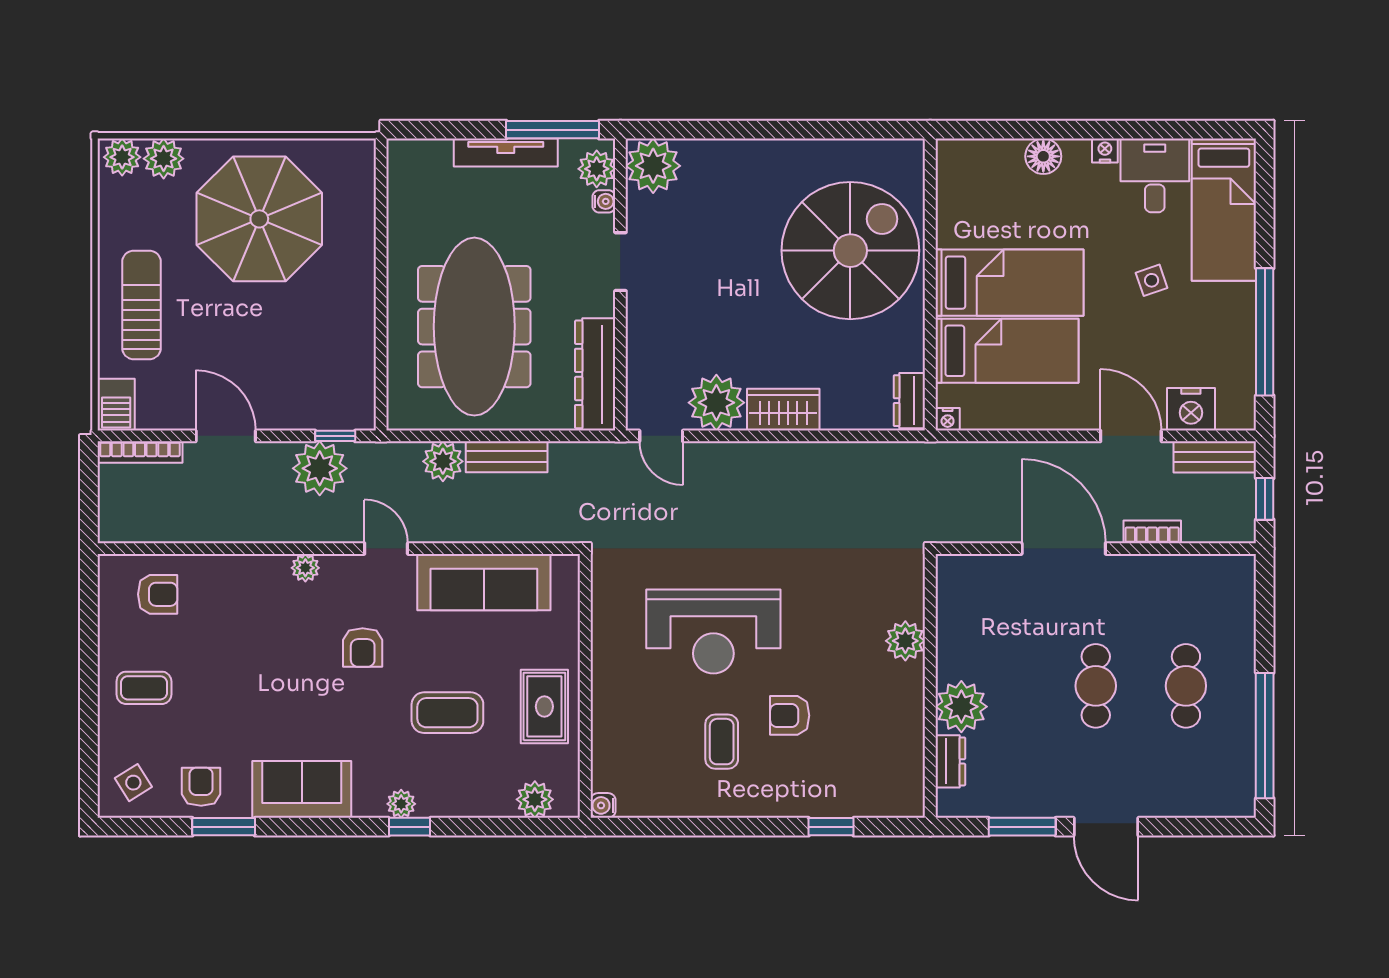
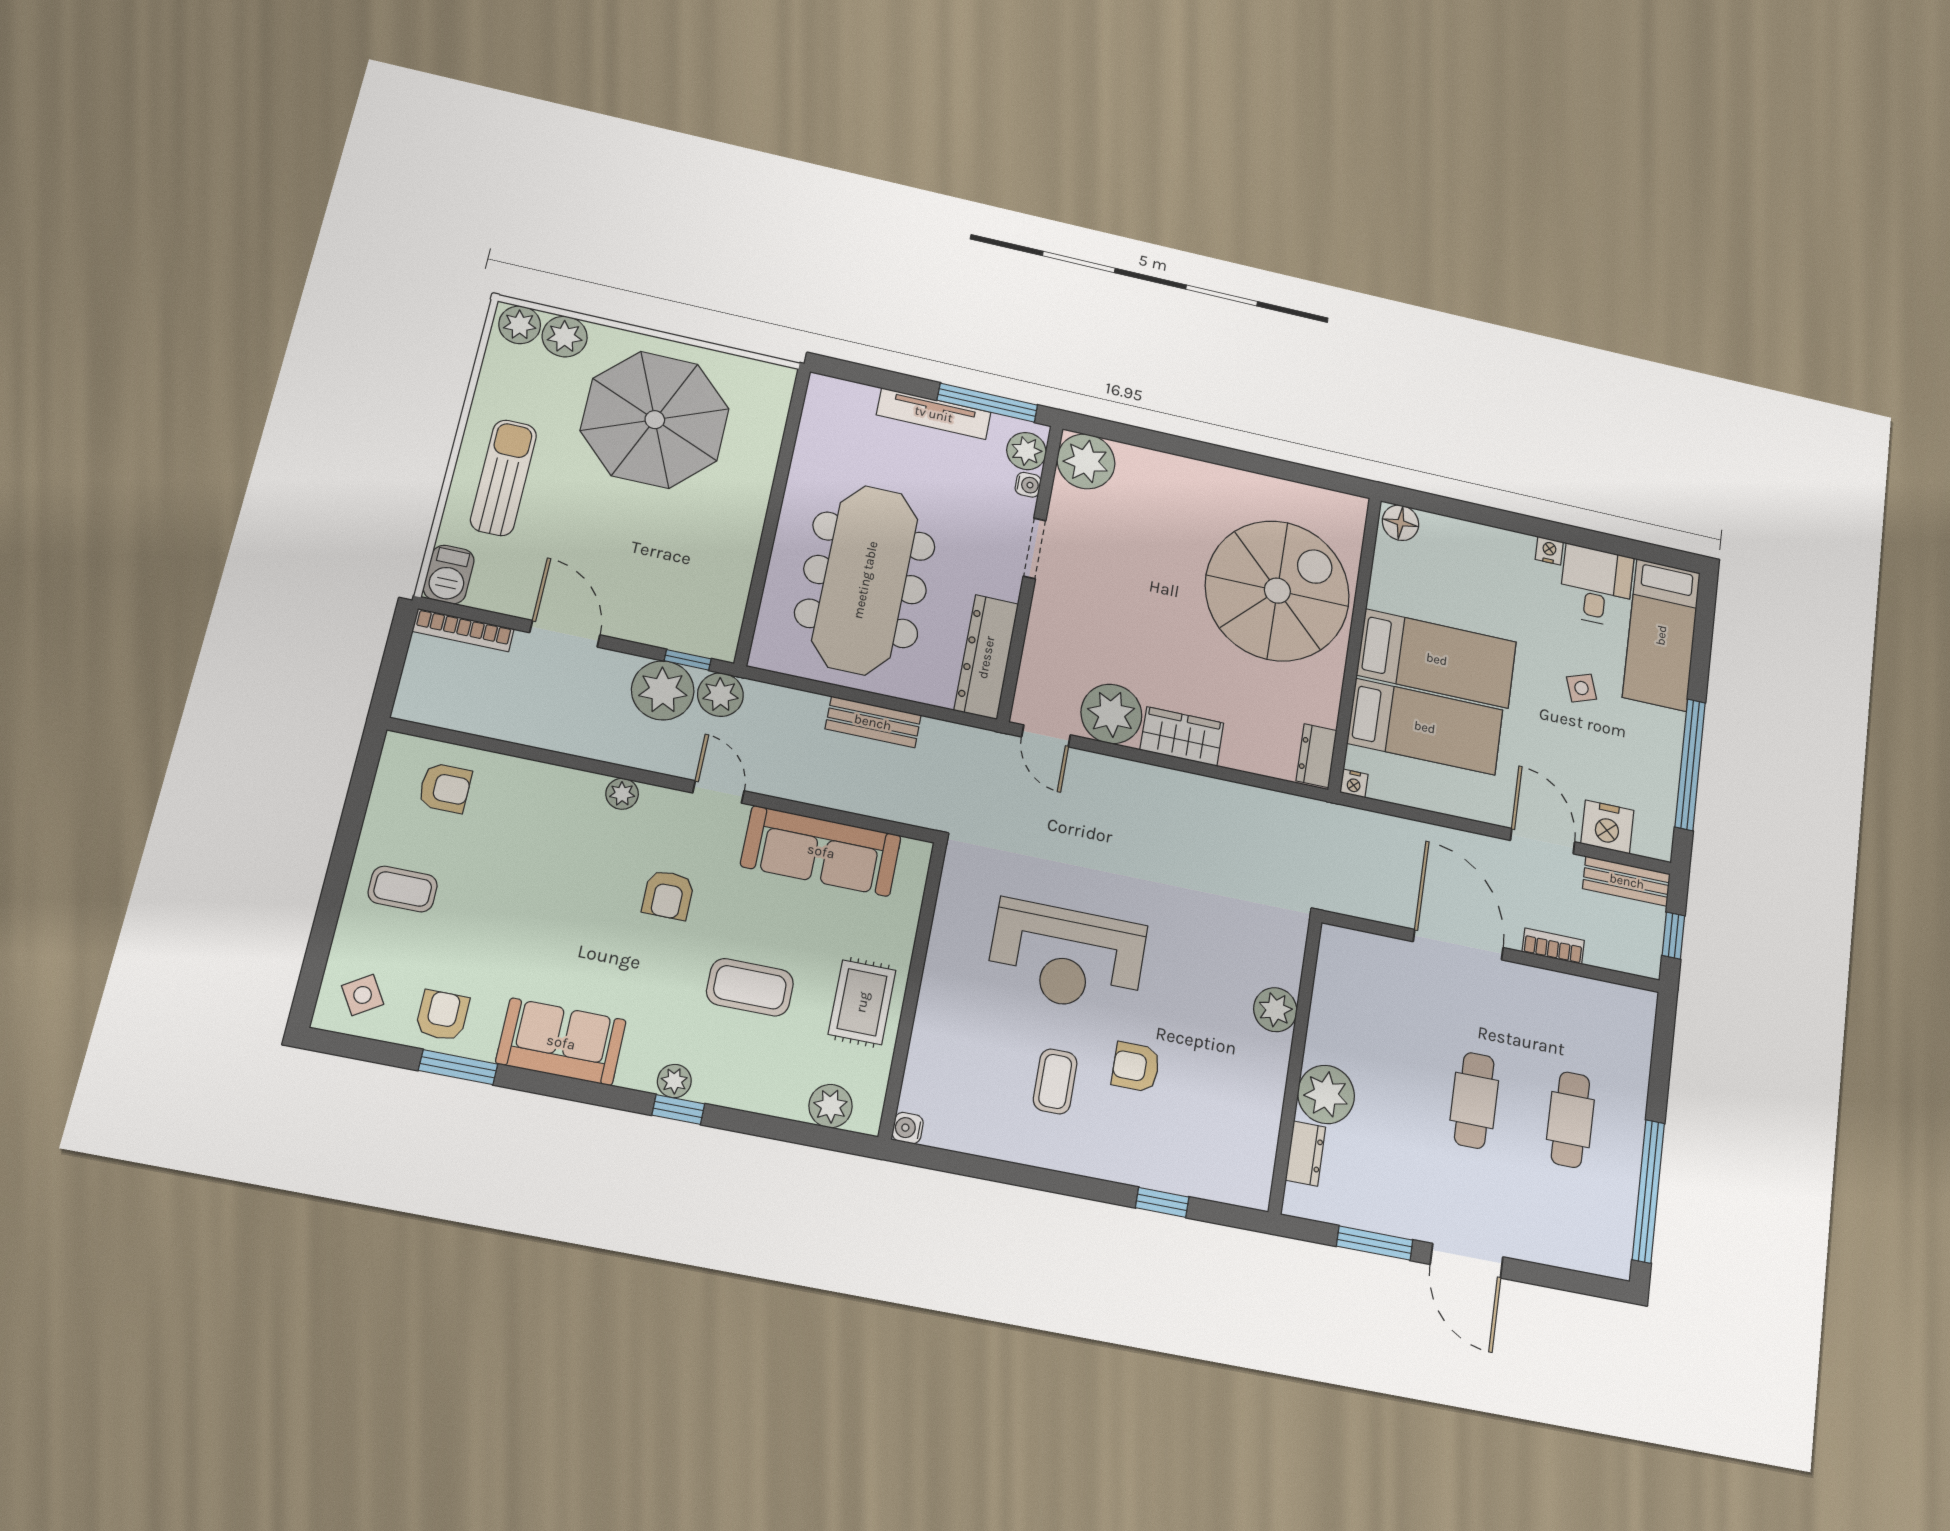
floor lamp: (1043, 156) -> (1400, 523), moved
plant: (443, 461) -> (720, 695), moved

